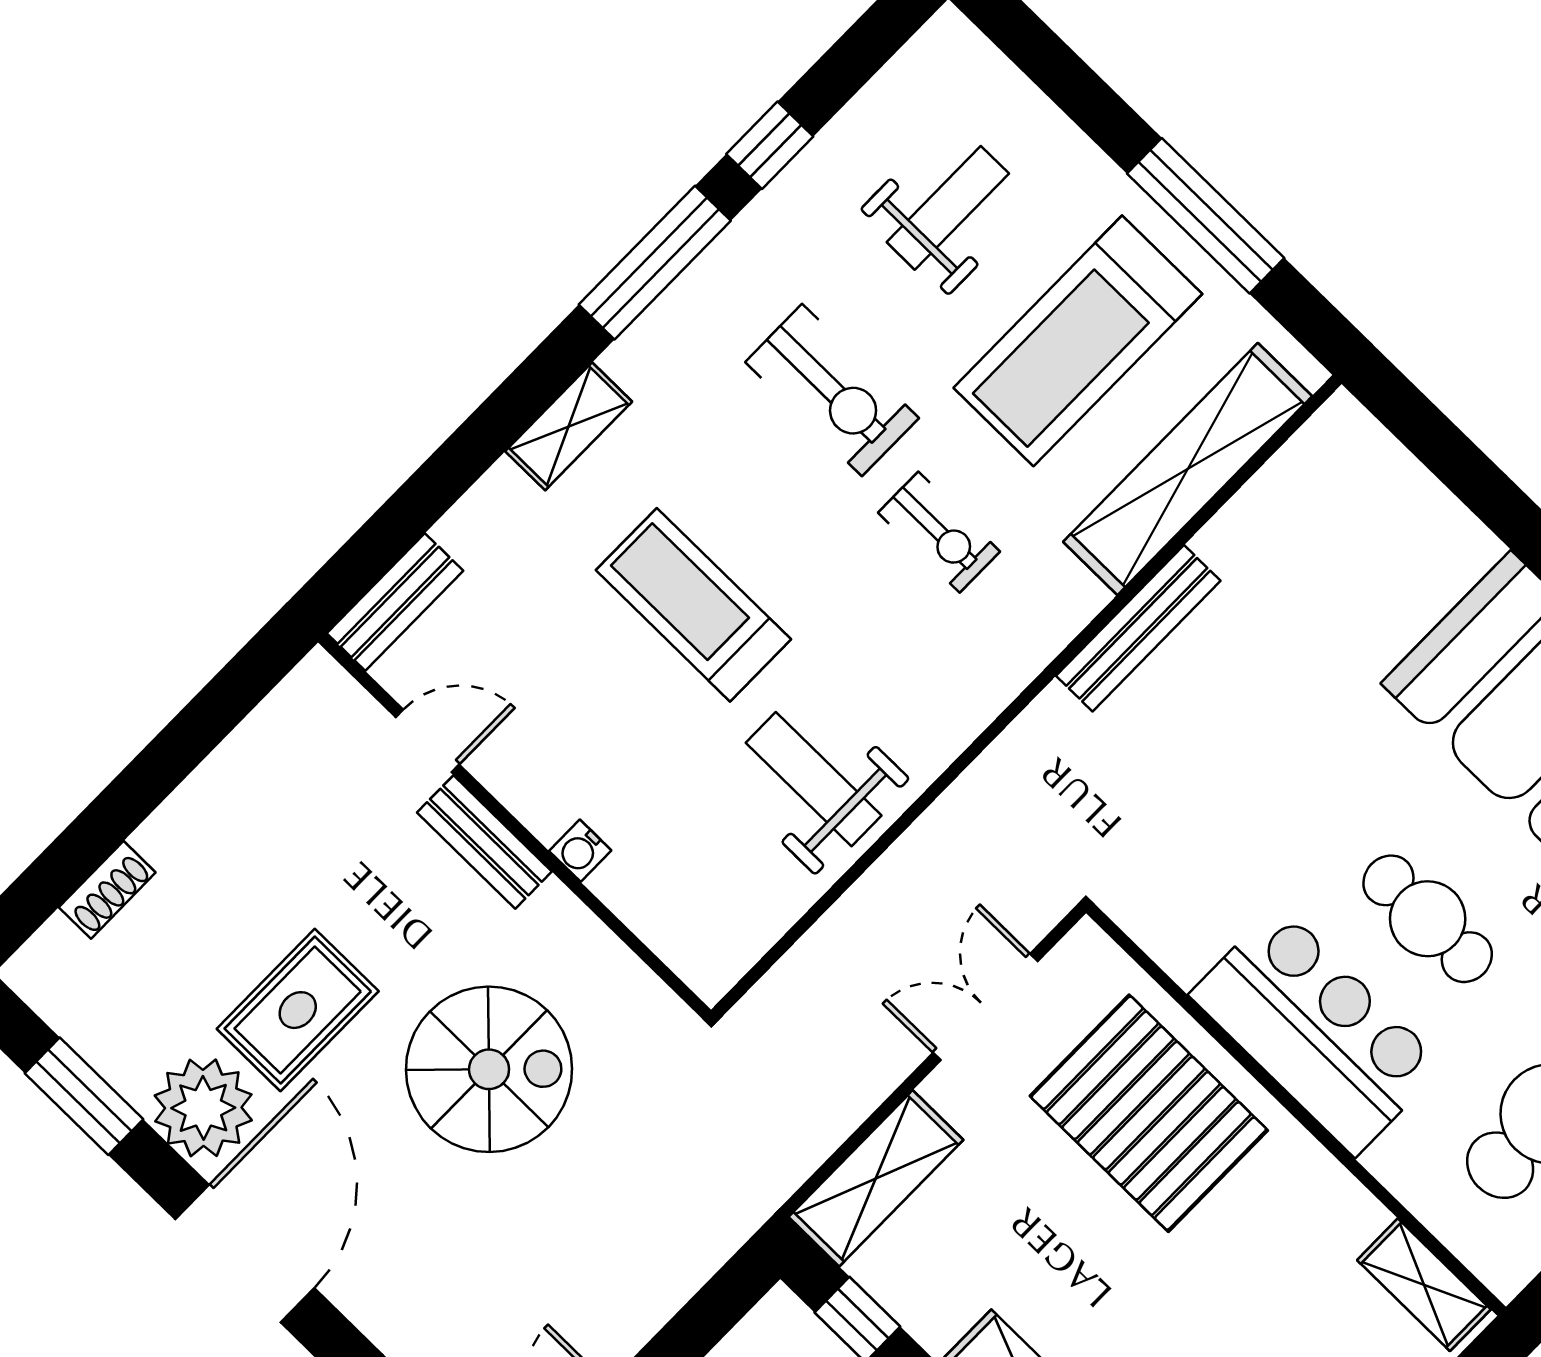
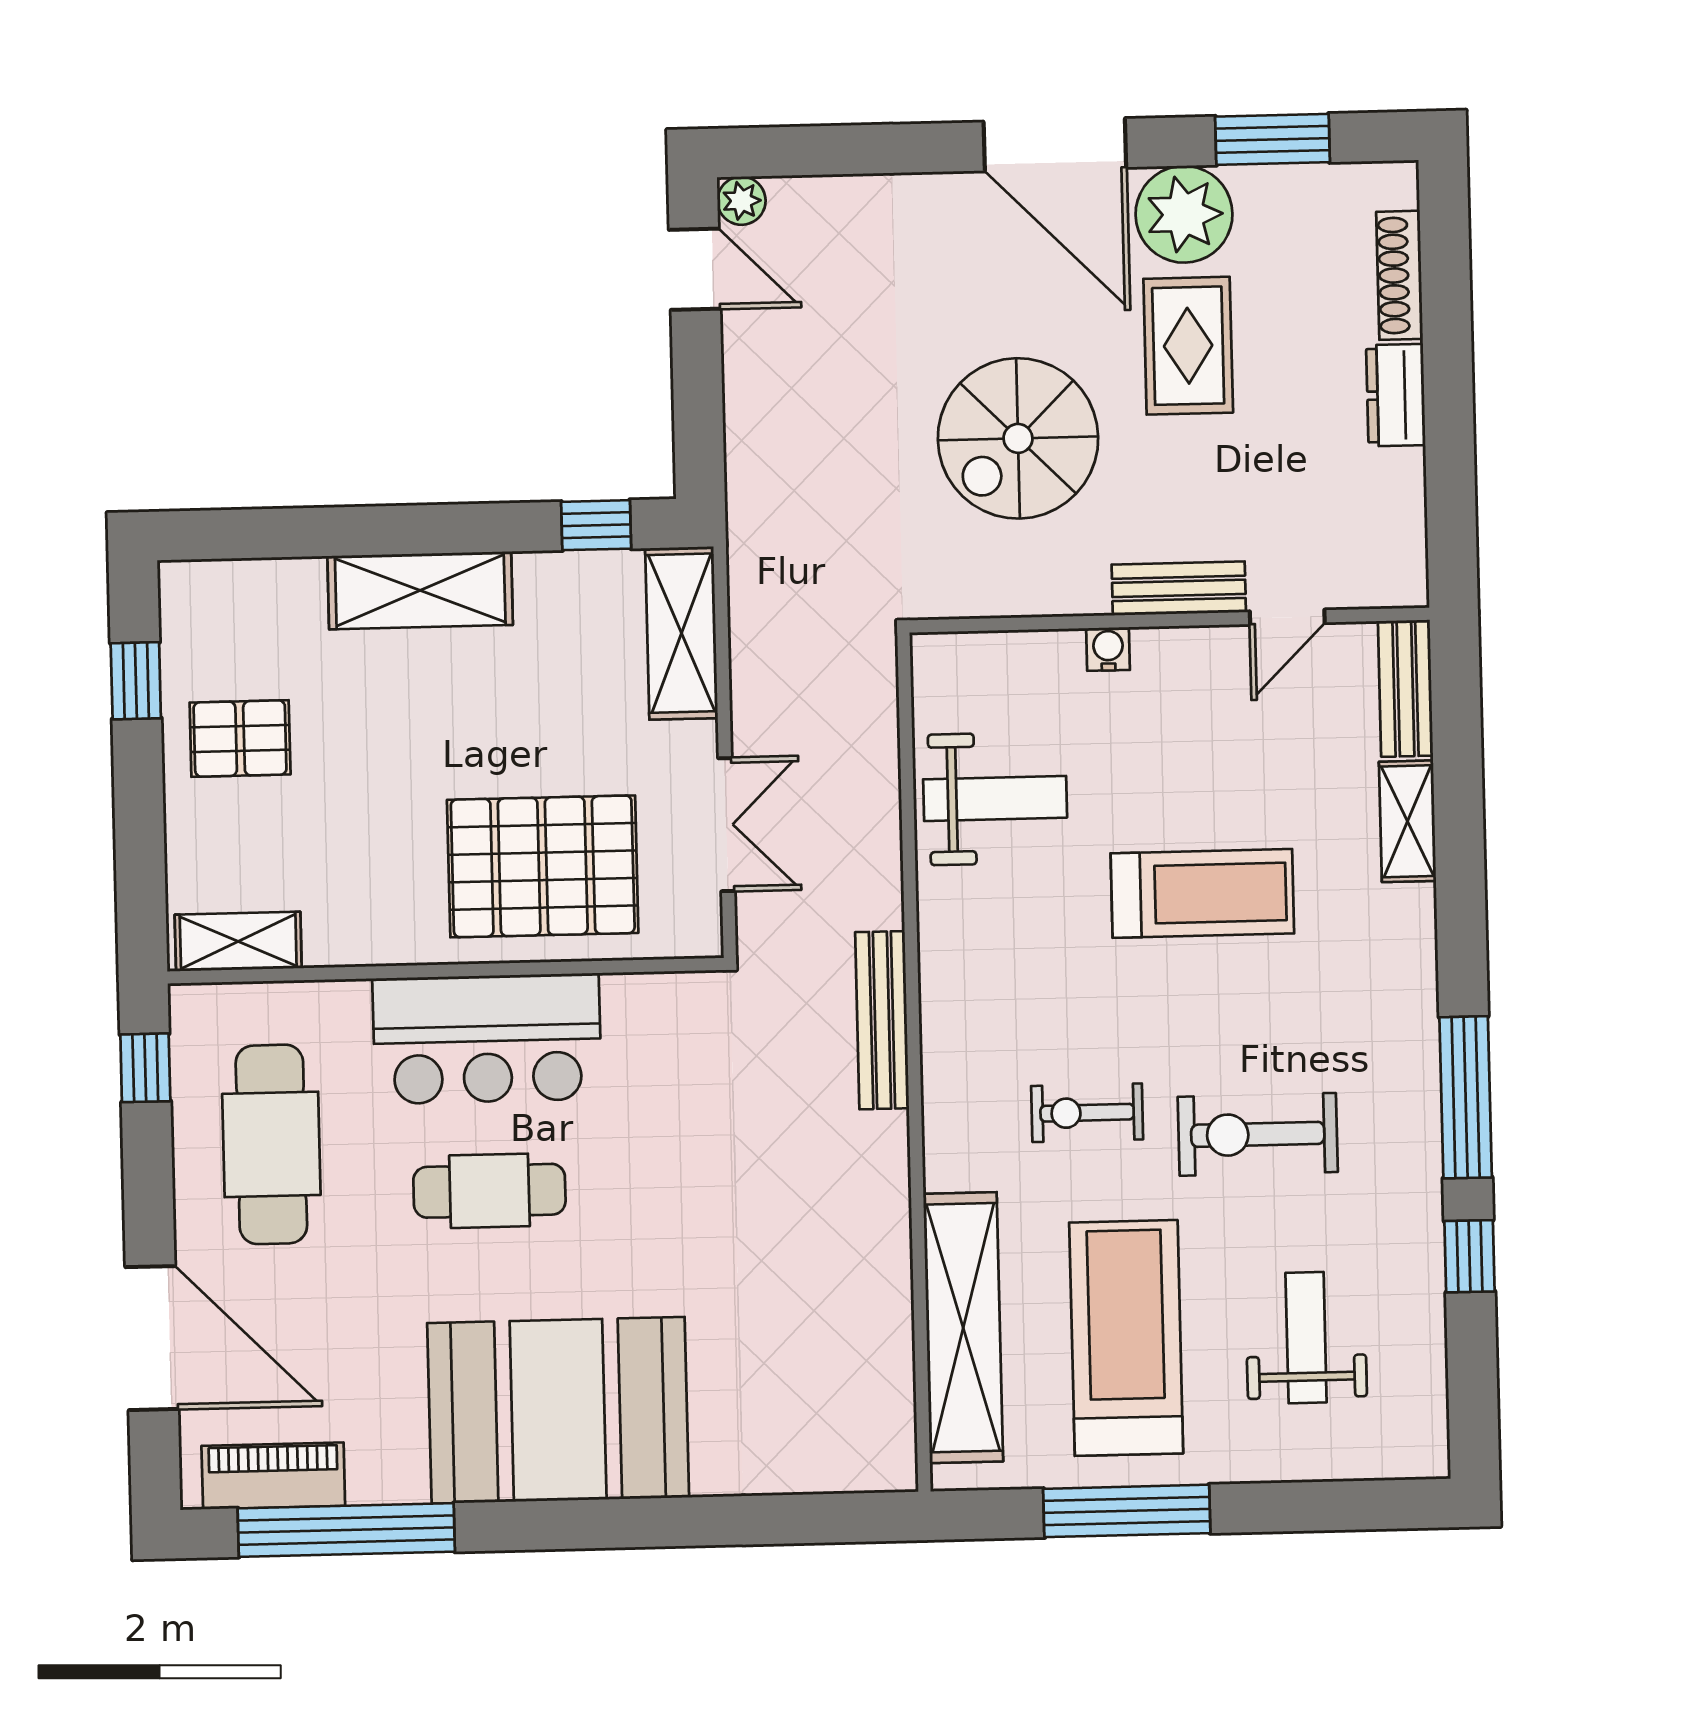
weight bench: (948, 208) -> (1306, 1338), turned 180
shelving: (569, 426) -> (1408, 821), moved
bench: (1138, 628) -> (882, 1020), moved
weight bench: (814, 779) -> (995, 798), moved
dresser: (185, 821) -> (1396, 395), added
shoe rack: (107, 890) -> (1399, 275), width x1.43

